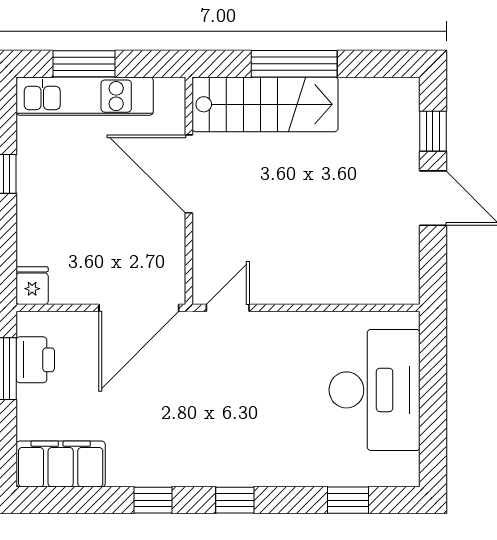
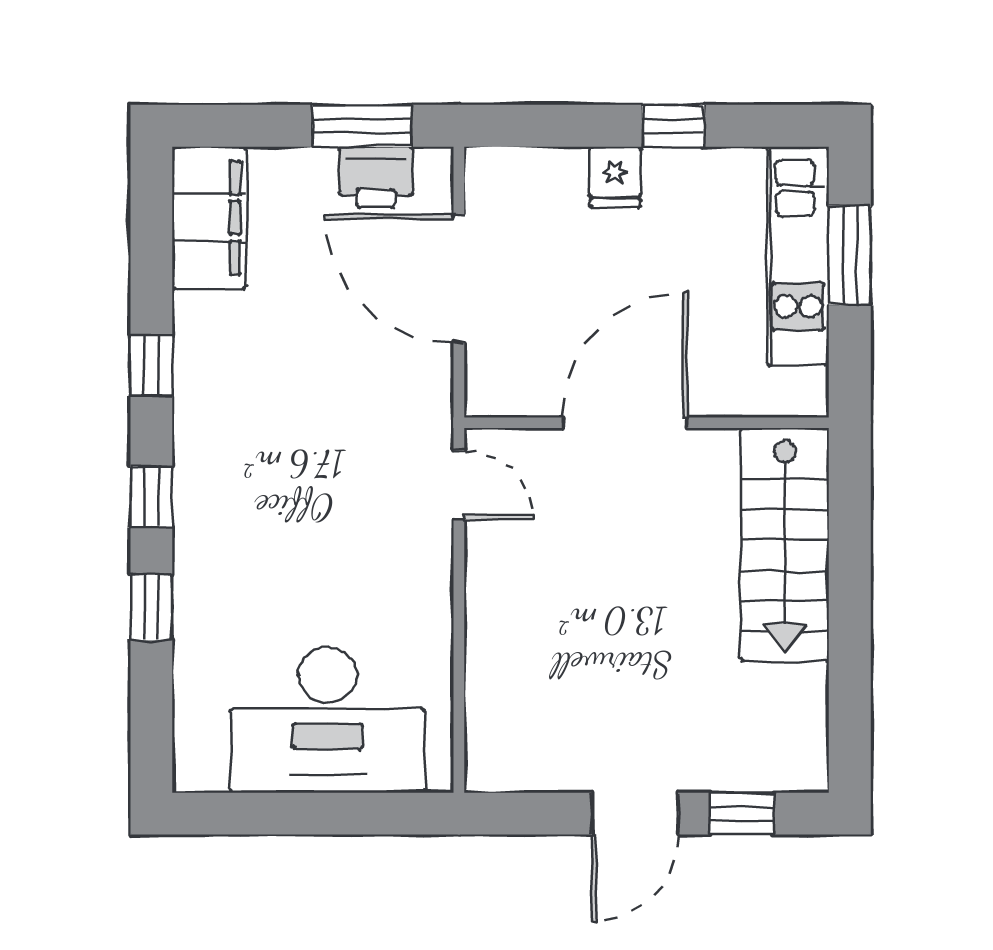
window: (294, 64) -> (850, 591), removed
door: (189, 174) -> (625, 423), moved
fridge: (32, 286) -> (615, 177), moved, turned 90
door: (139, 308) -> (459, 279), moved
window: (348, 500) -> (151, 607), moved

